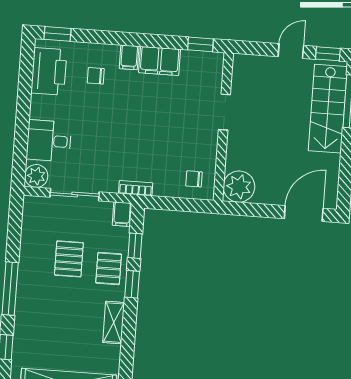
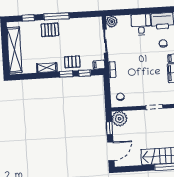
desk: (49, 141) -> (141, 25), moved
window: (256, 210) -> (109, 128), added
door: (304, 213) -> (111, 151), hinge flipped
pallet: (69, 259) -> (50, 30), moved

